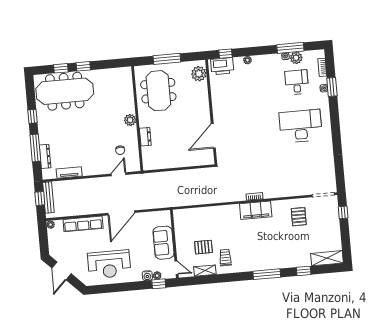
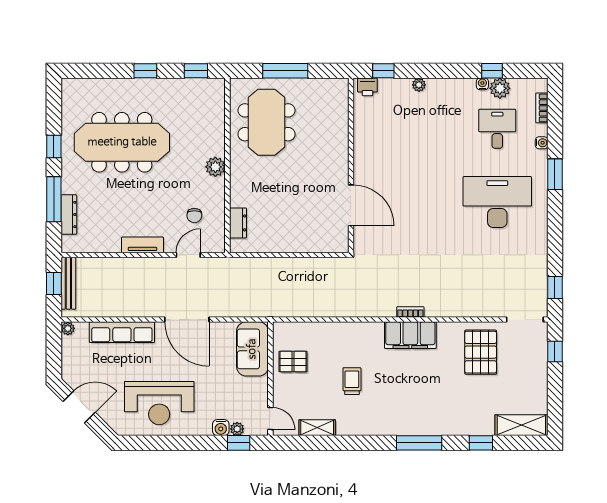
window: (290, 48) -> (492, 71), width x0.46
printer: (222, 66) -> (367, 87), width x0.53, depth x0.68
window: (61, 68) -> (196, 71), moved
plant: (199, 74) -> (336, 100), removed
window: (332, 87) -> (555, 174), moved
meeting table: (65, 91) -> (122, 142), moved
door: (213, 136) -> (351, 205), swing flipped
dresser: (145, 137) -> (238, 223), moved
tv unit: (69, 173) -> (143, 245), moved
window: (340, 174) -> (555, 288), added
door: (121, 213) -> (187, 320), hinge flipped
pallet: (299, 217) -> (481, 352), width x1.50, depth x1.42
sofa: (163, 243) -> (252, 349), moved
pallet: (203, 247) -> (293, 362), moved
trolley: (225, 258) -> (352, 381), moved
door: (61, 271) -> (79, 407), swing flipped

